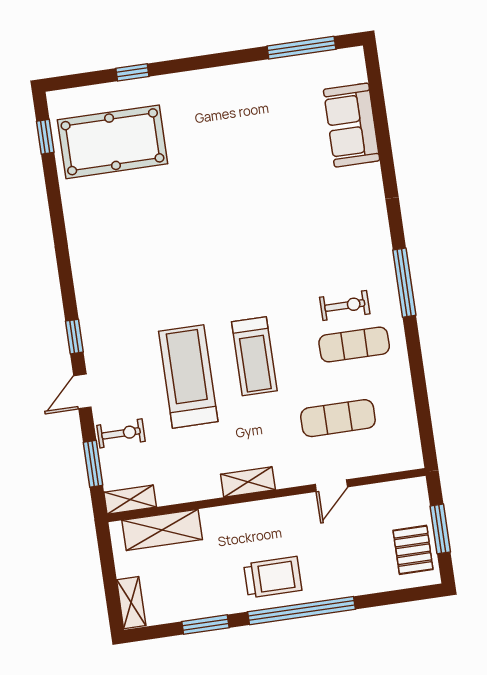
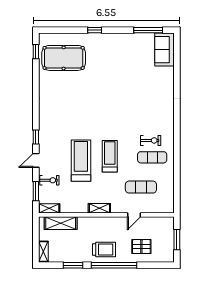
window: (132, 72) -> (95, 30), moved
sofa: (352, 125) -> (164, 50), moved
window: (404, 283) -> (177, 135), removed
treadmill: (254, 356) -> (110, 156), turned 180
pallet: (413, 550) -> (141, 247), moved, turned 90

